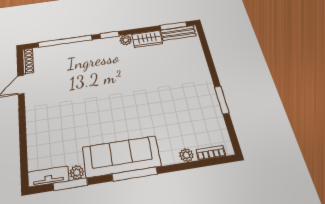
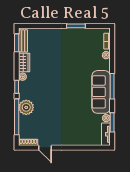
plant: (81, 51) -> (26, 107), added

